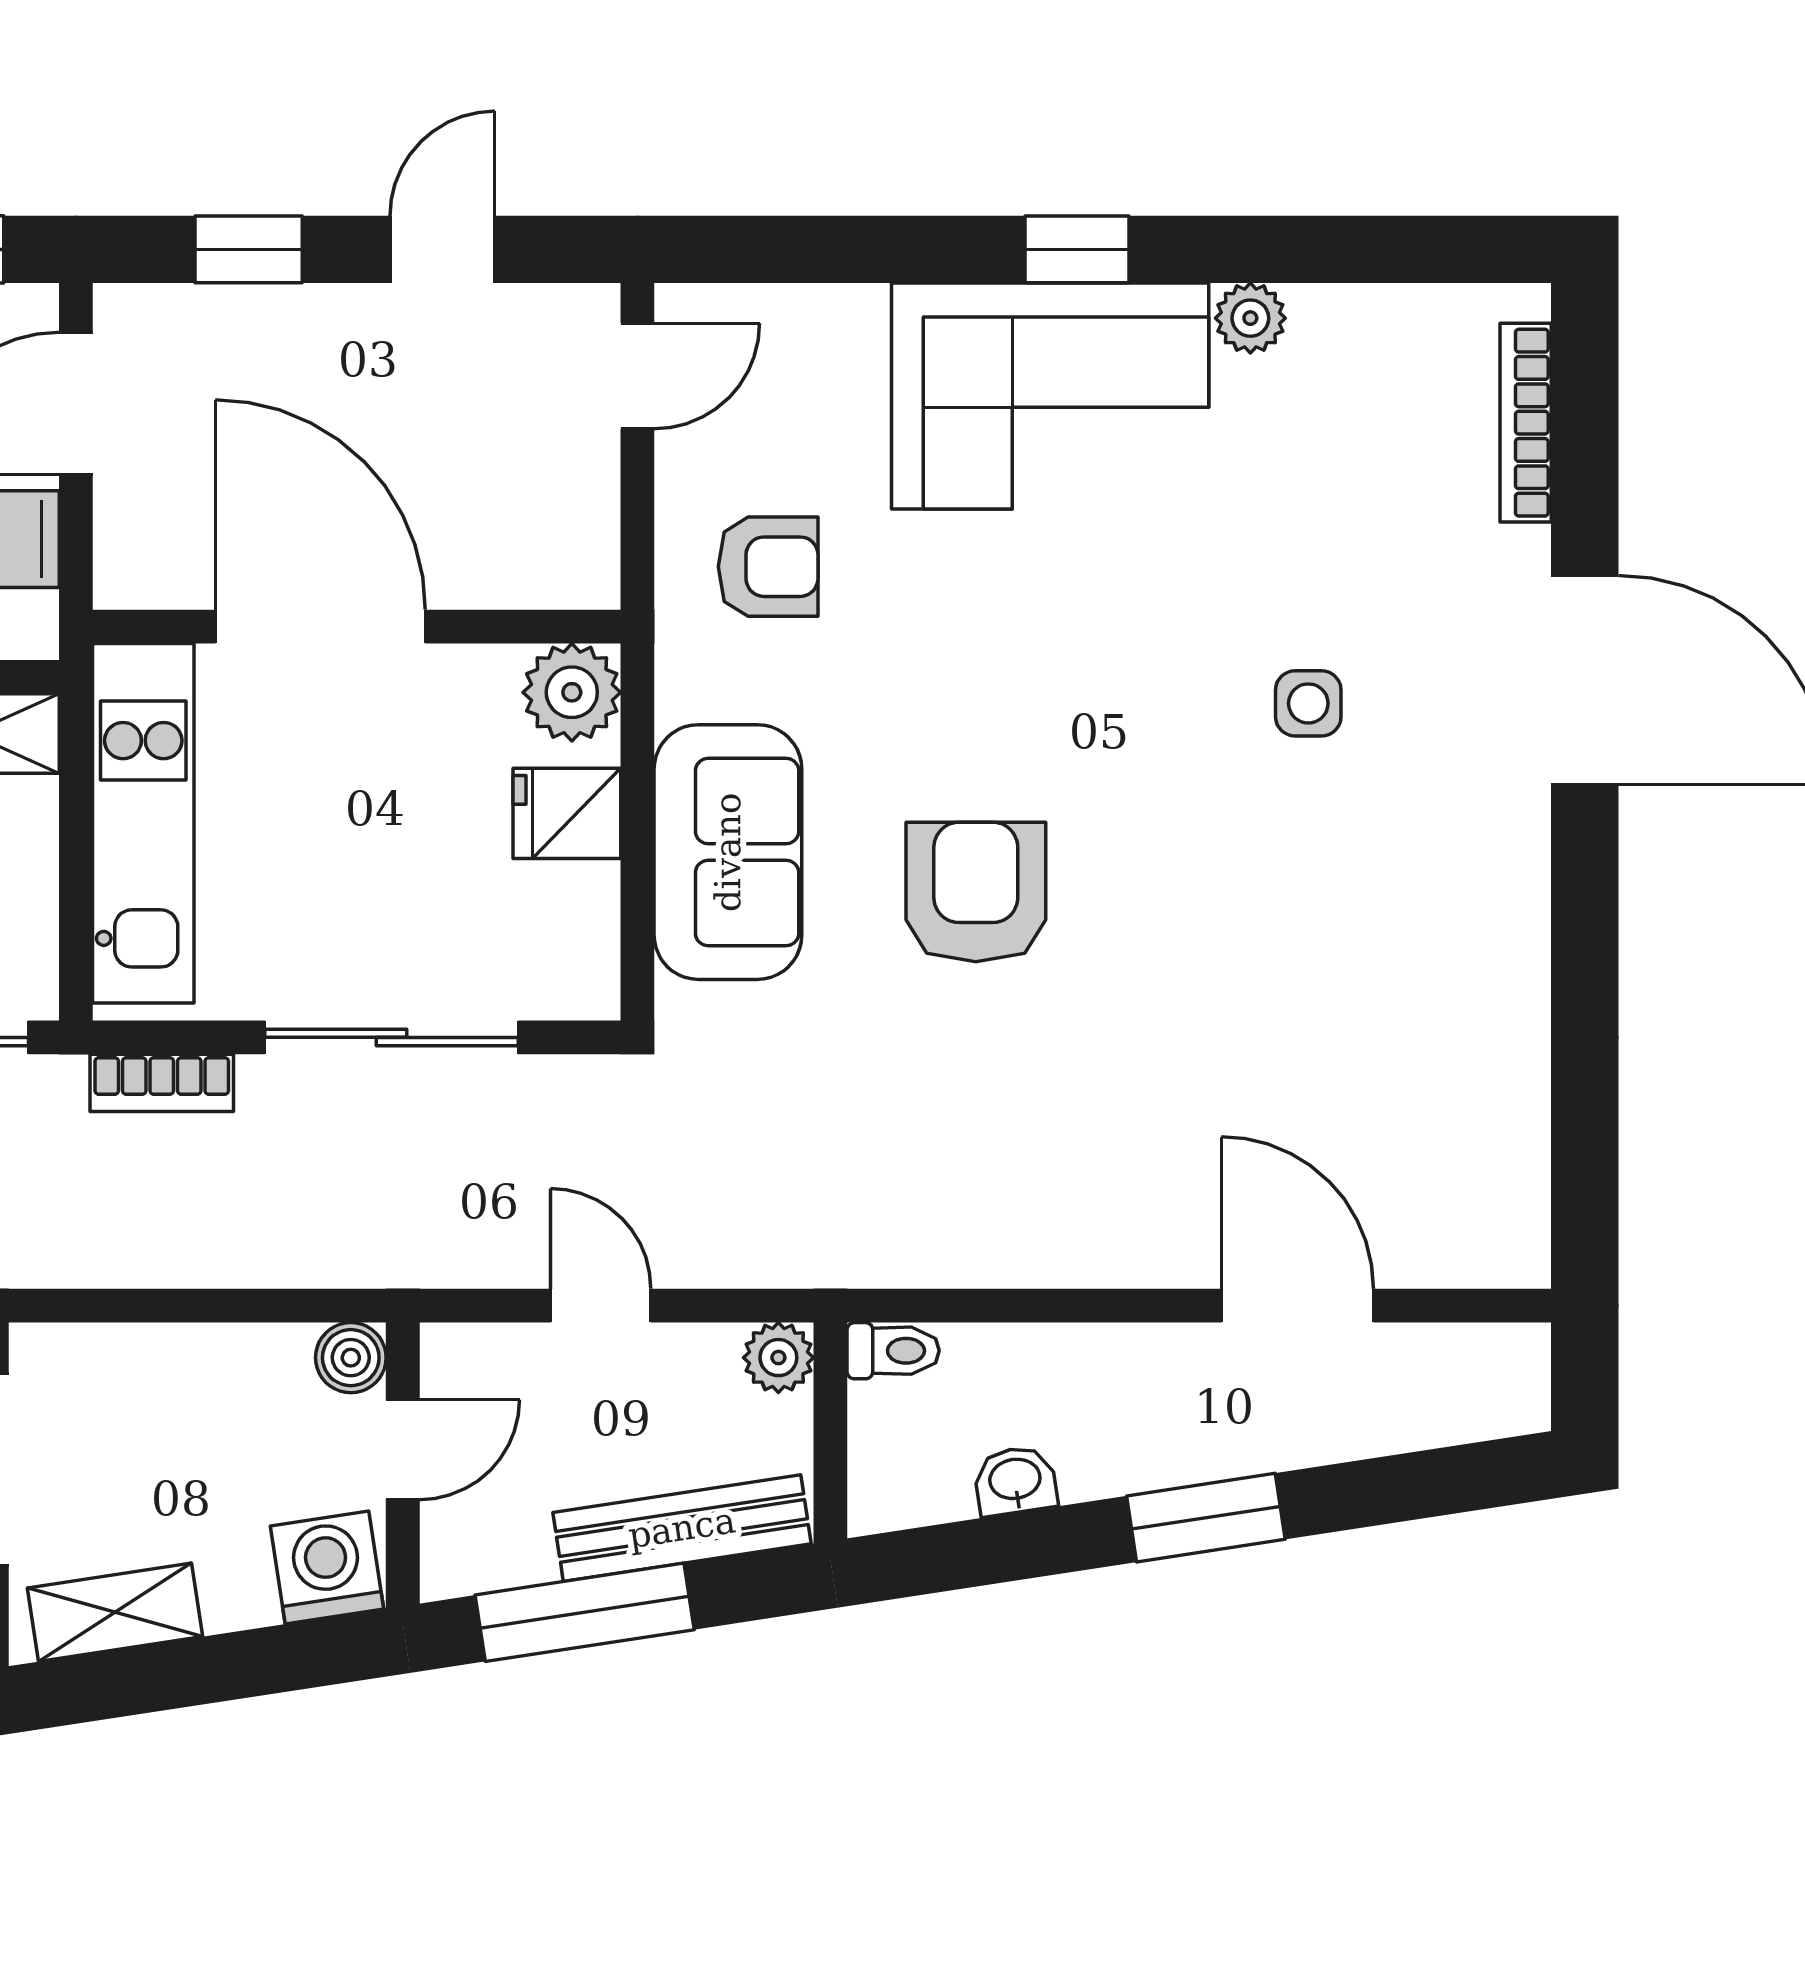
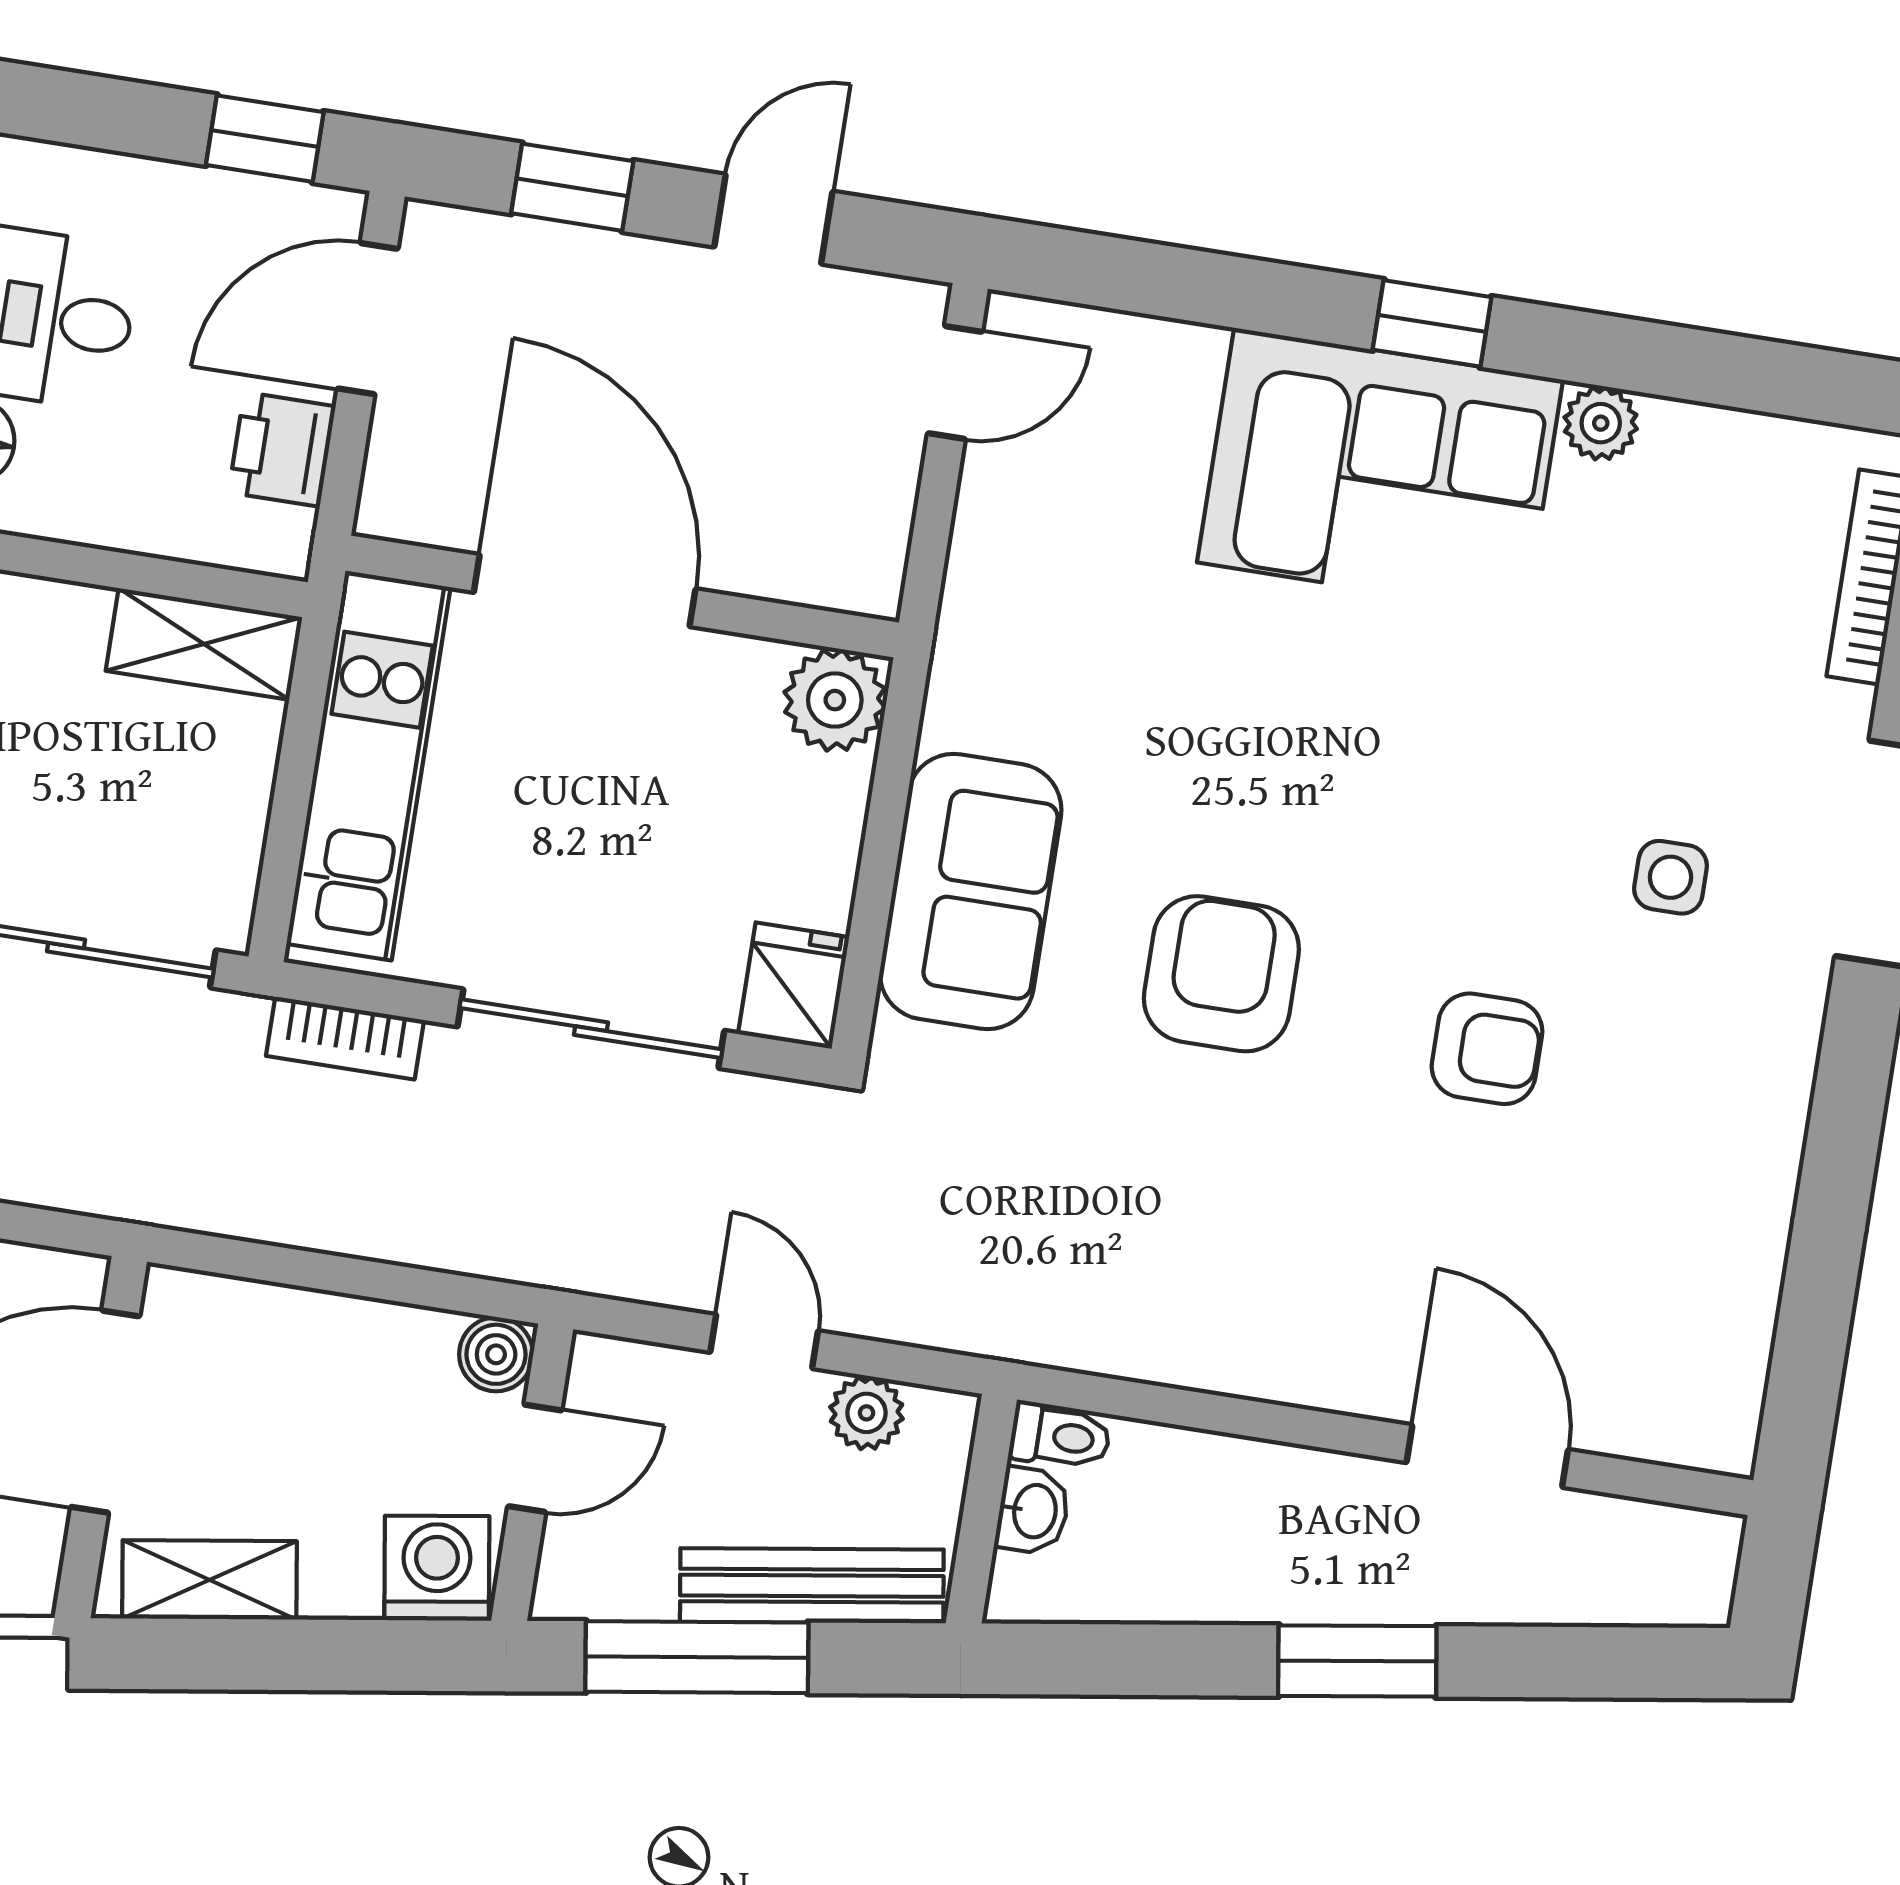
armchair: (768, 567) -> (1487, 1049), moved
side table: (1308, 703) -> (1671, 877), moved
fridge: (567, 813) -> (794, 986), moved, turned 90
plant: (778, 1358) -> (866, 1413), moved
washbasin: (1015, 1481) -> (1033, 1511), moved, turned 99

